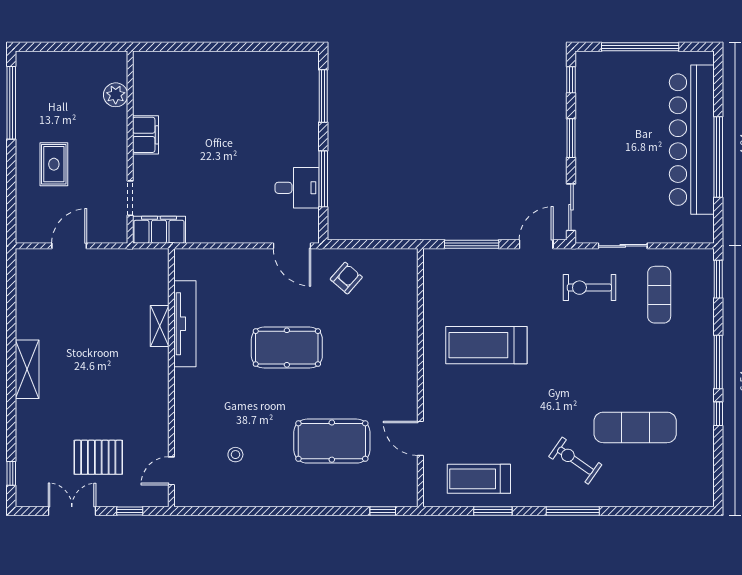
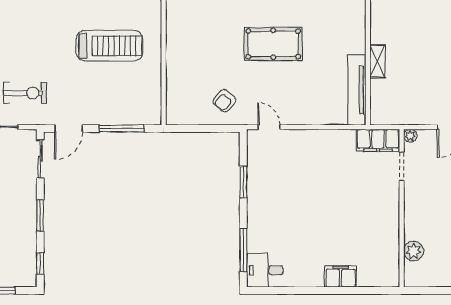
filing cabinet: (146, 135) -> (341, 277), moved, turned 90
window: (323, 179) -> (243, 182), width x0.69
desk: (297, 188) -> (265, 270), moved
plant: (120, 235) -> (410, 136), added
door: (292, 246) -> (269, 127), width x0.73
tv unit: (185, 324) -> (357, 90), moved

